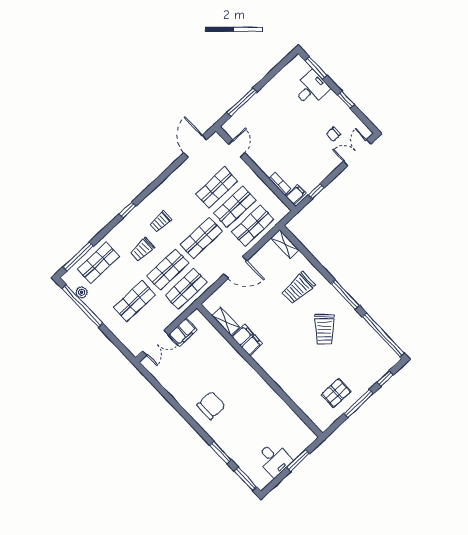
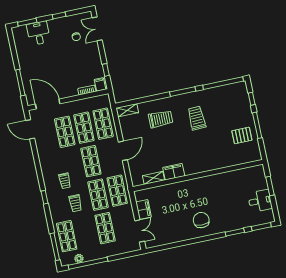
door: (237, 149) -> (48, 104), width x1.87
trolley: (298, 288) -> (161, 119), turned -90
trolley: (325, 329) -> (197, 118), turned -135
pallet: (336, 393) -> (242, 135), turned 90

